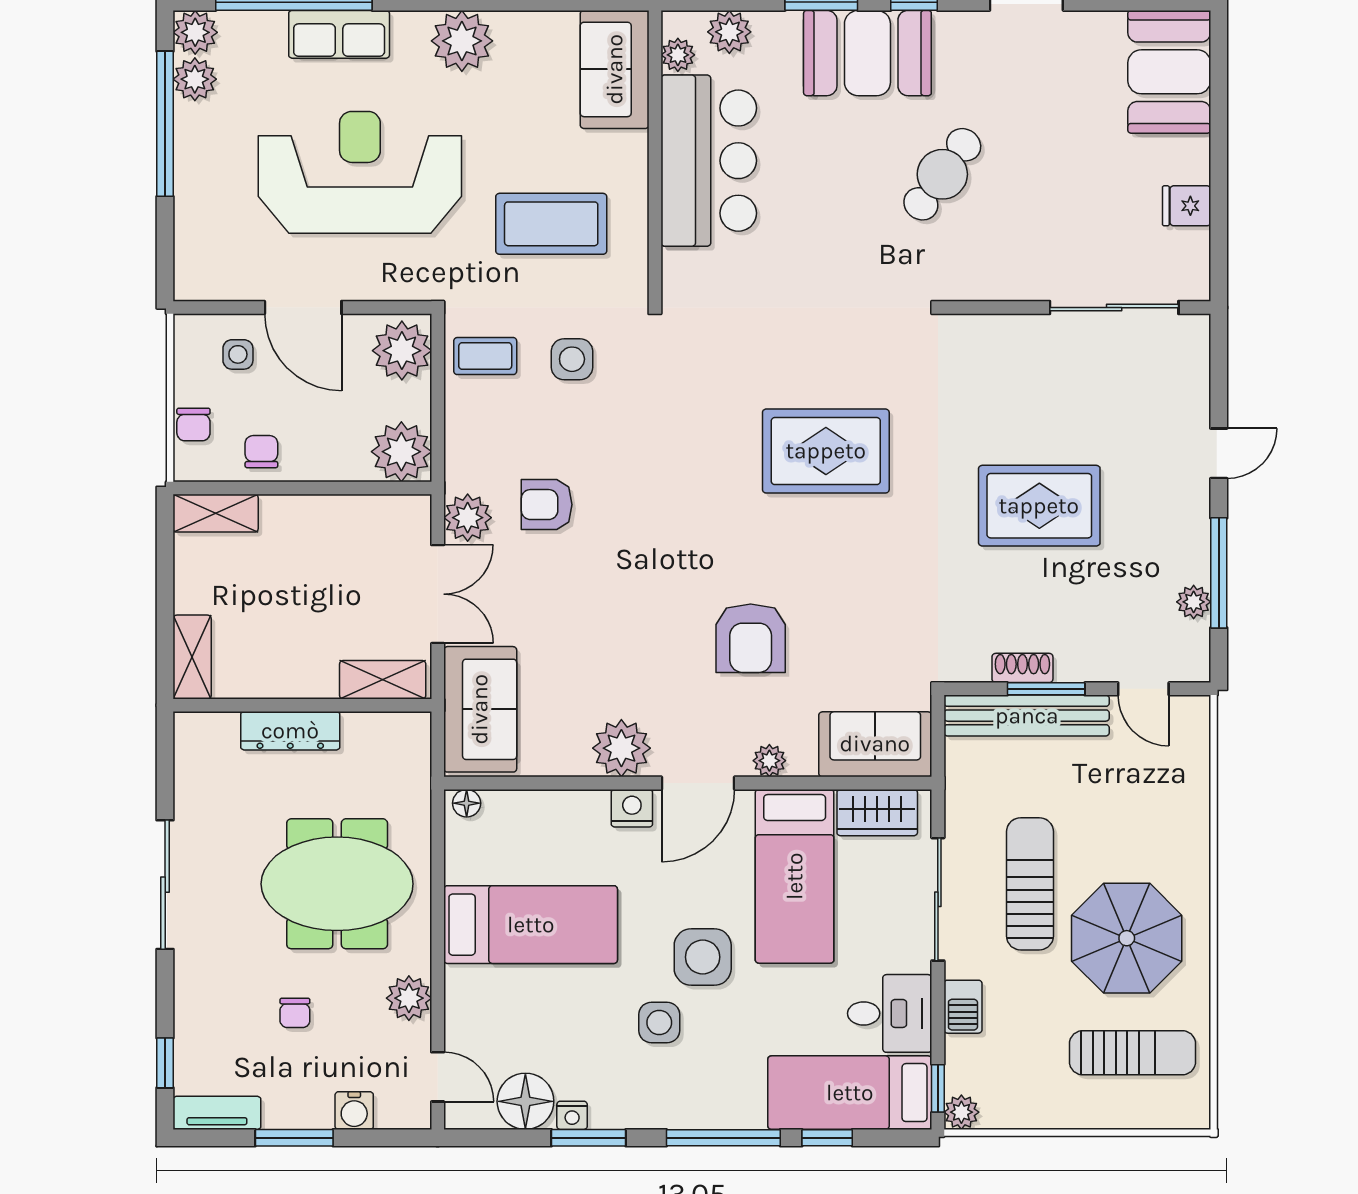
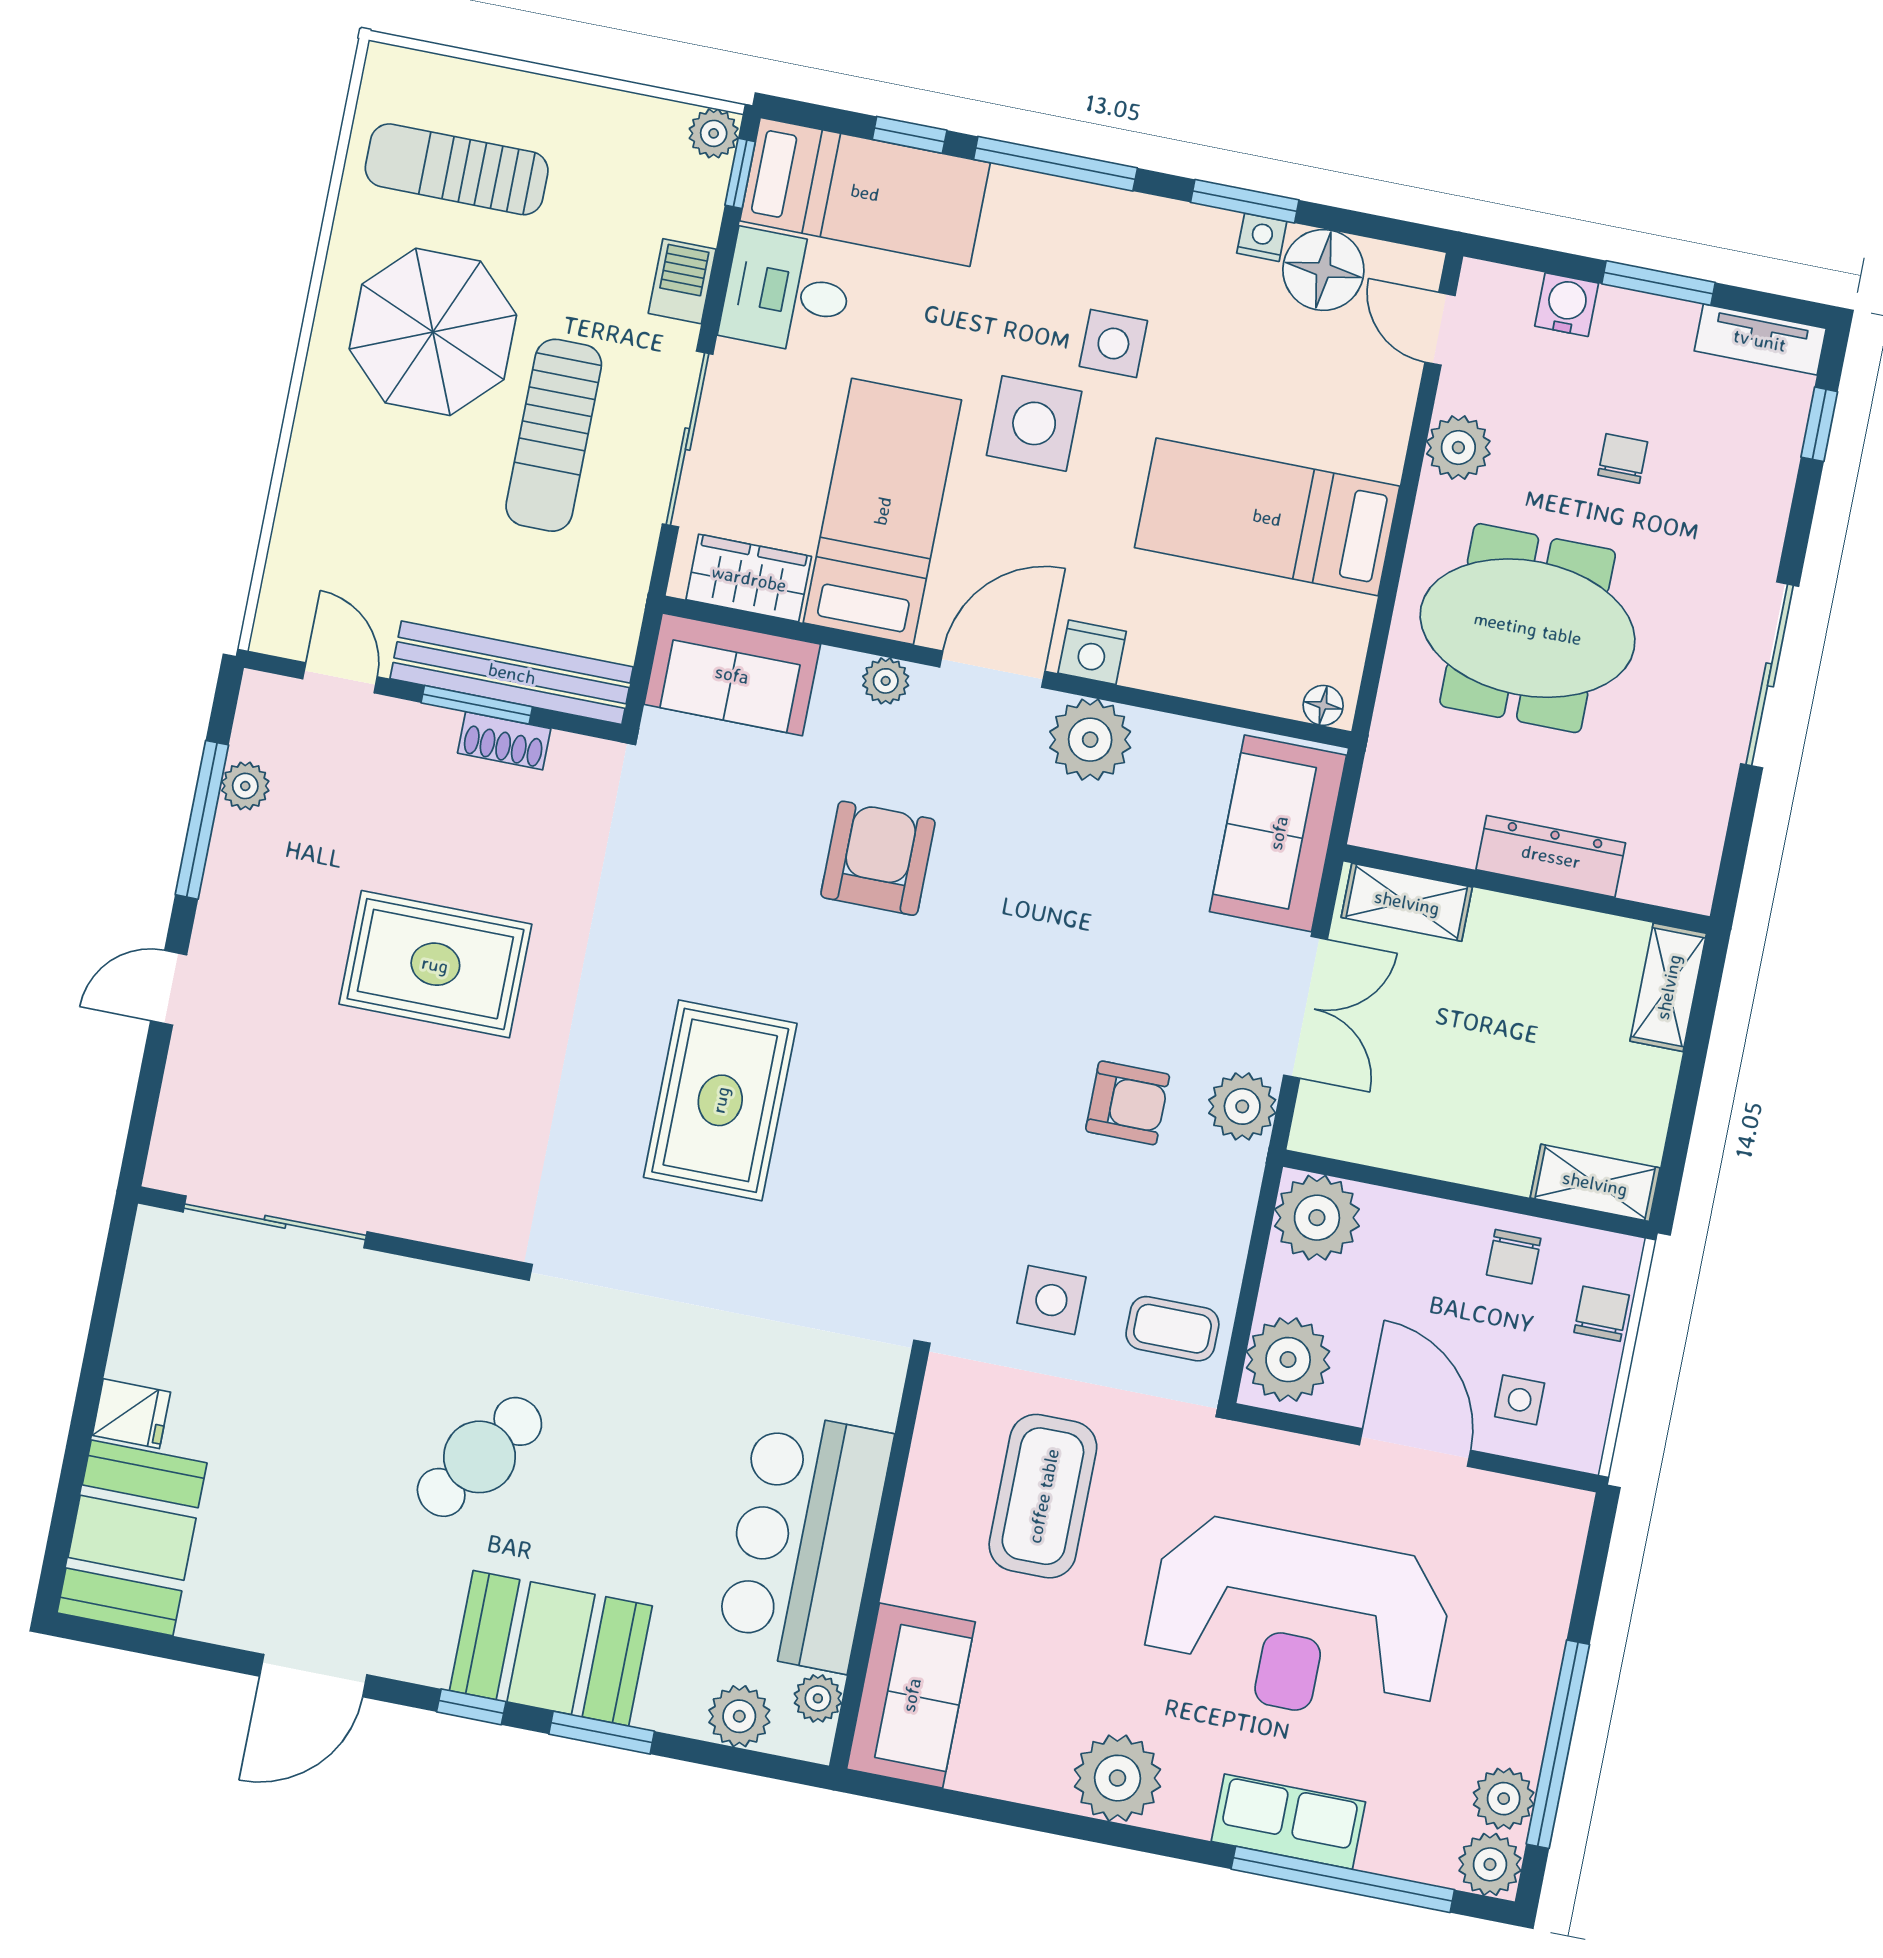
fridge: (1187, 206) -> (131, 1414), moved
coffee table: (551, 224) -> (1043, 1496), turned 90
rug: (826, 451) -> (720, 1100), turned 90
double door: (438, 594) -> (1306, 1007), swing flipped

